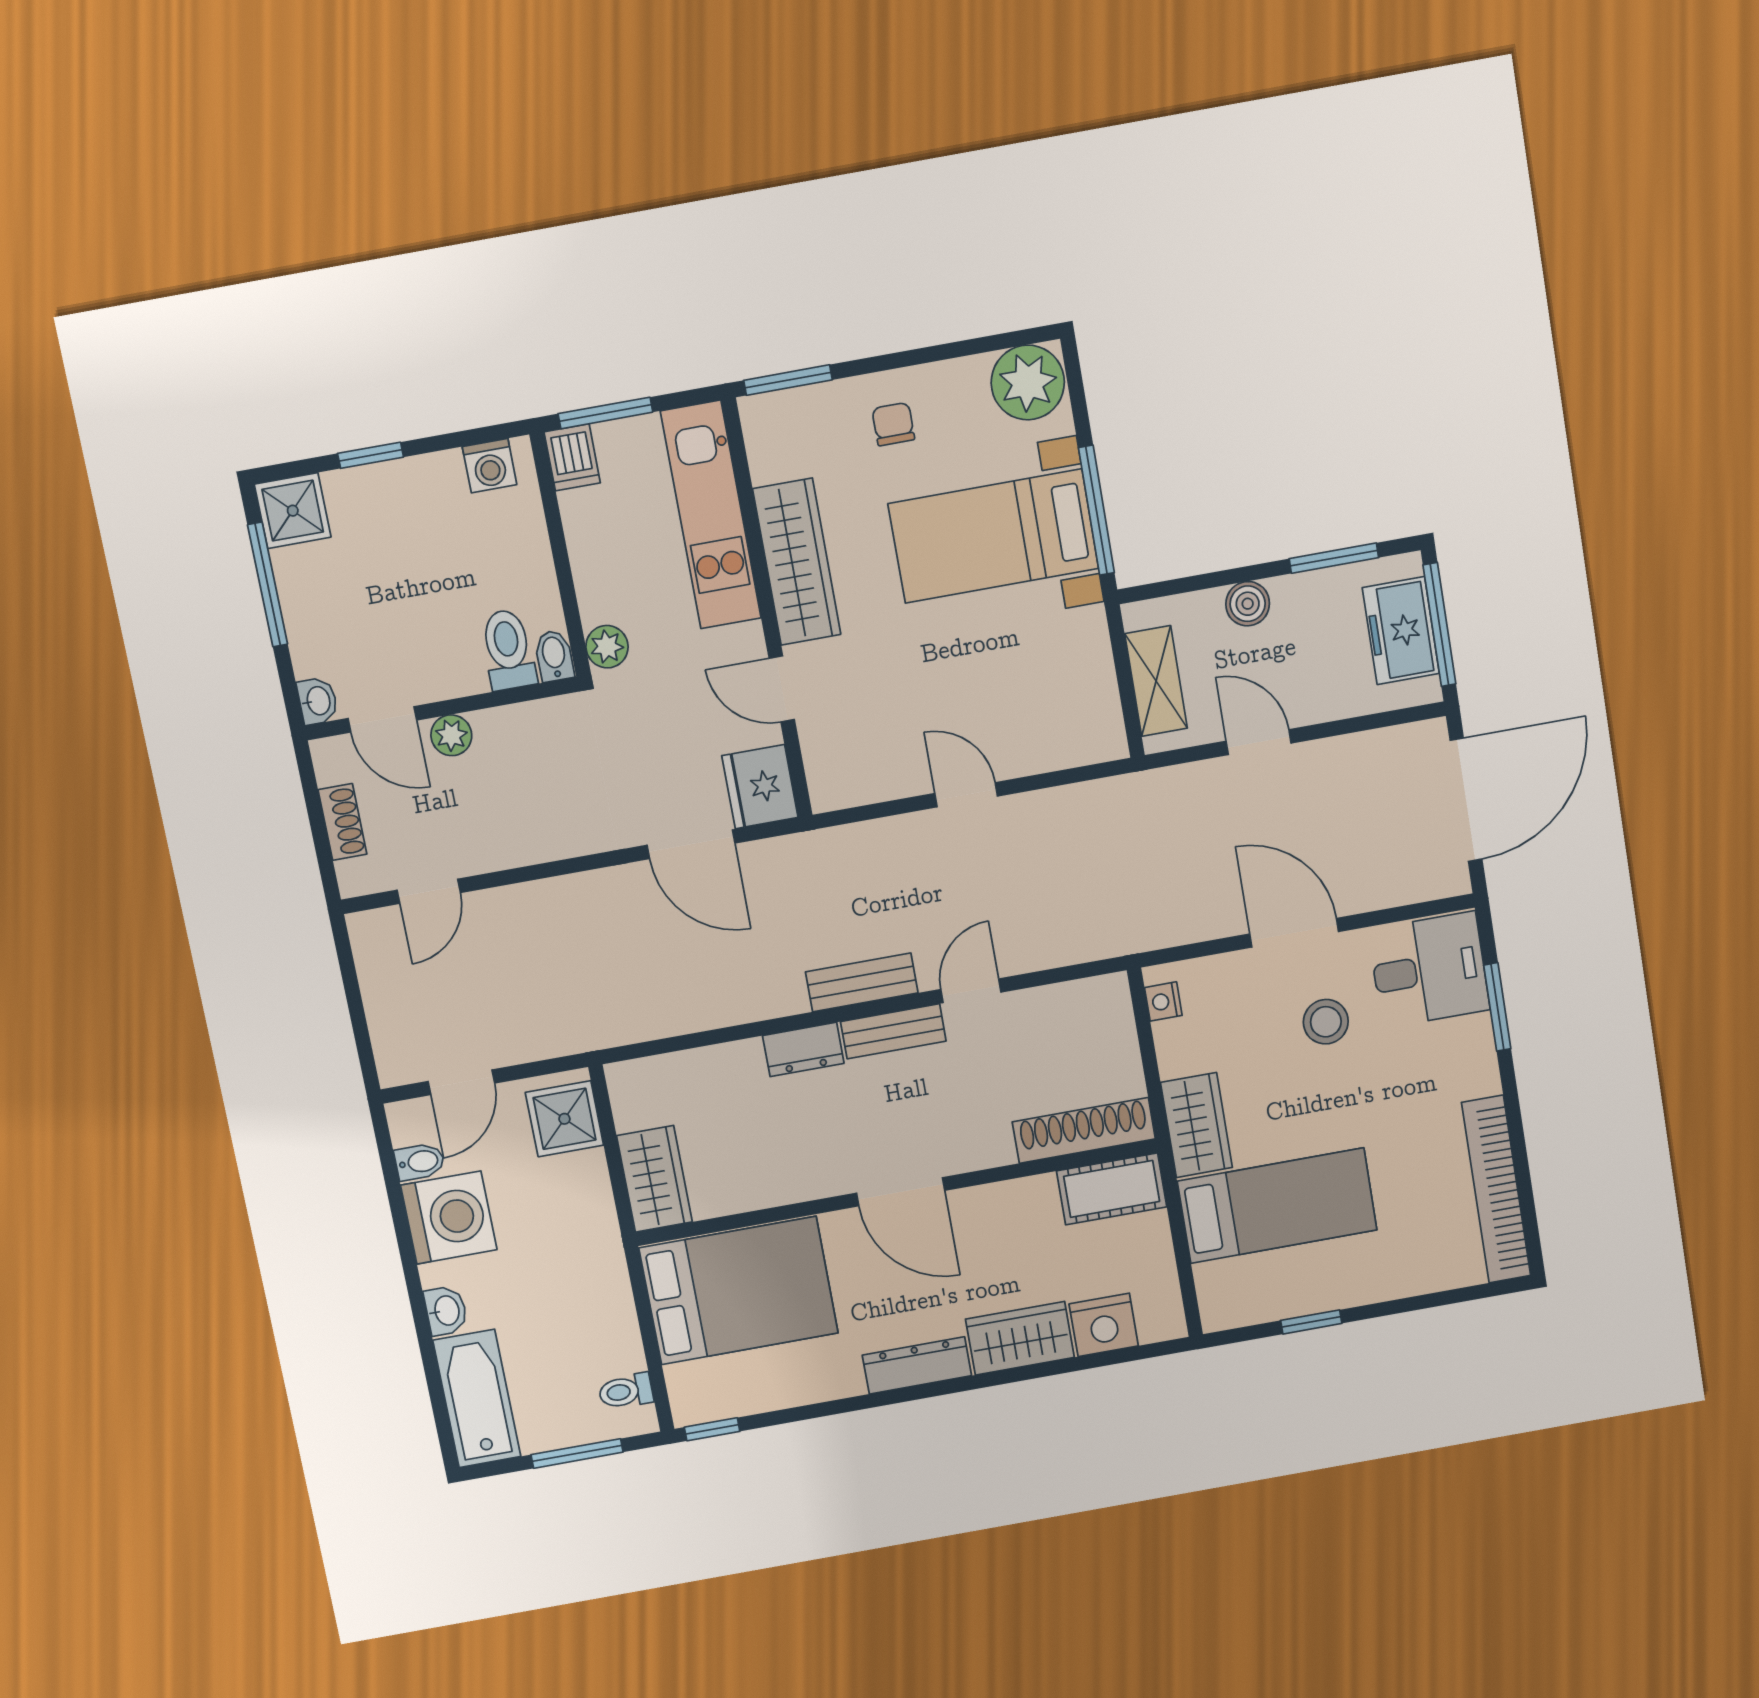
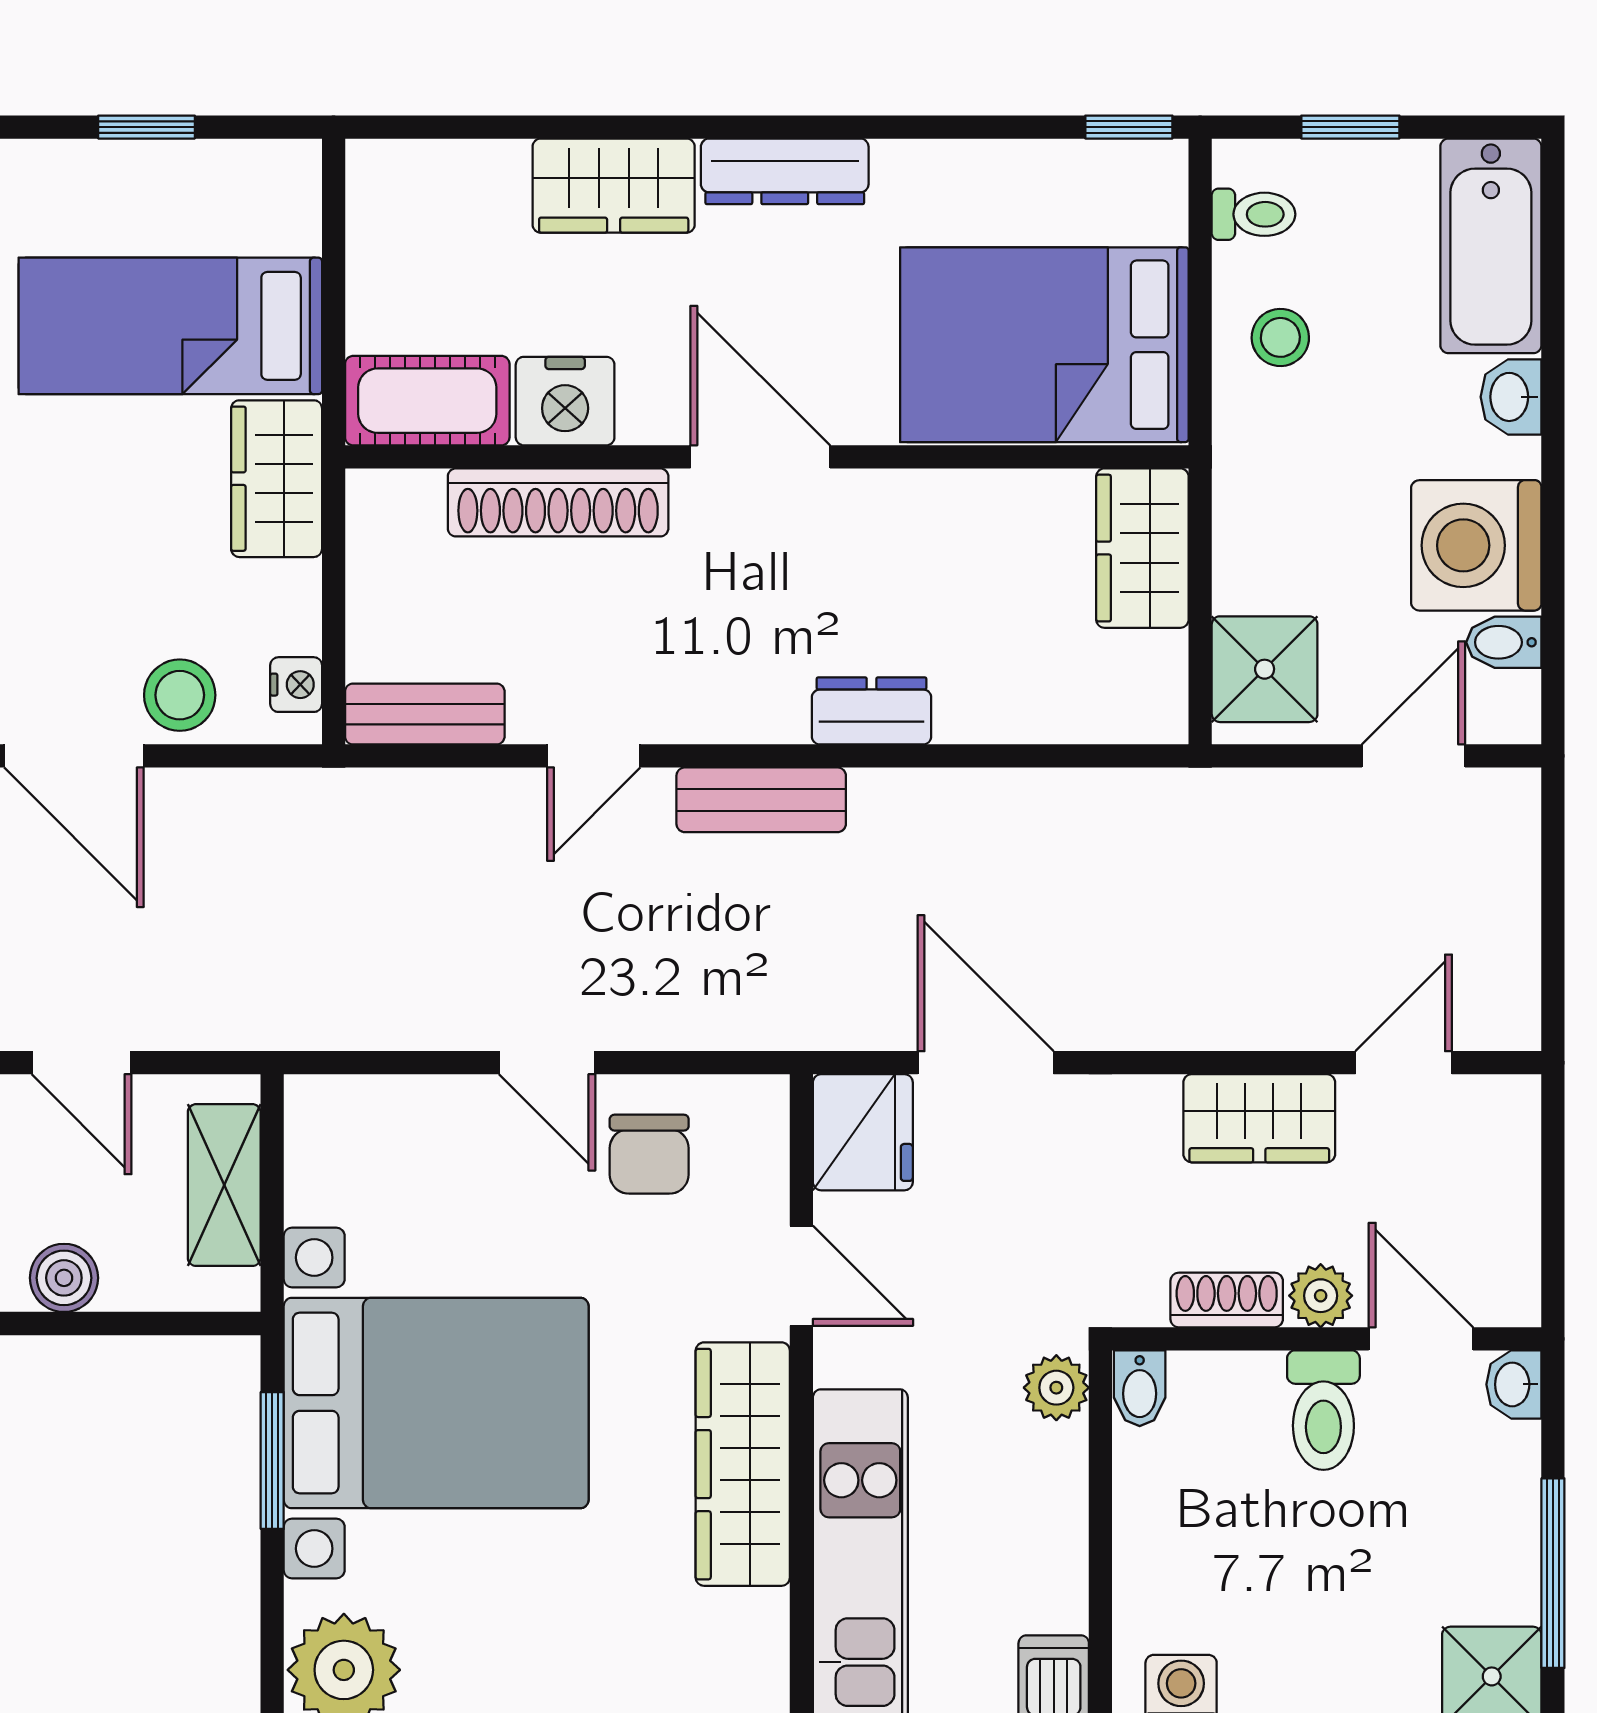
chair: (893, 424) -> (649, 1154), moved, width x1.37, depth x1.37
window: (1096, 510) -> (272, 1460), width x0.69
bed with nightstands: (993, 536) -> (436, 1403), width x1.36
toilet: (508, 650) -> (1323, 1410), moved
shoe rack: (342, 822) -> (1227, 1300), moved, turned 90
wardrobe: (512, 840) -> (1259, 1118), added
stool: (1326, 1022) -> (180, 695), moved
bench: (893, 1031) -> (425, 714), moved
shoe rack: (1084, 1130) -> (558, 502), moved
stool: (595, 1321) -> (1280, 337), added
nightstand: (1104, 1325) -> (565, 401), moved, turned 180
window: (577, 1453) -> (1350, 127), width x0.67

